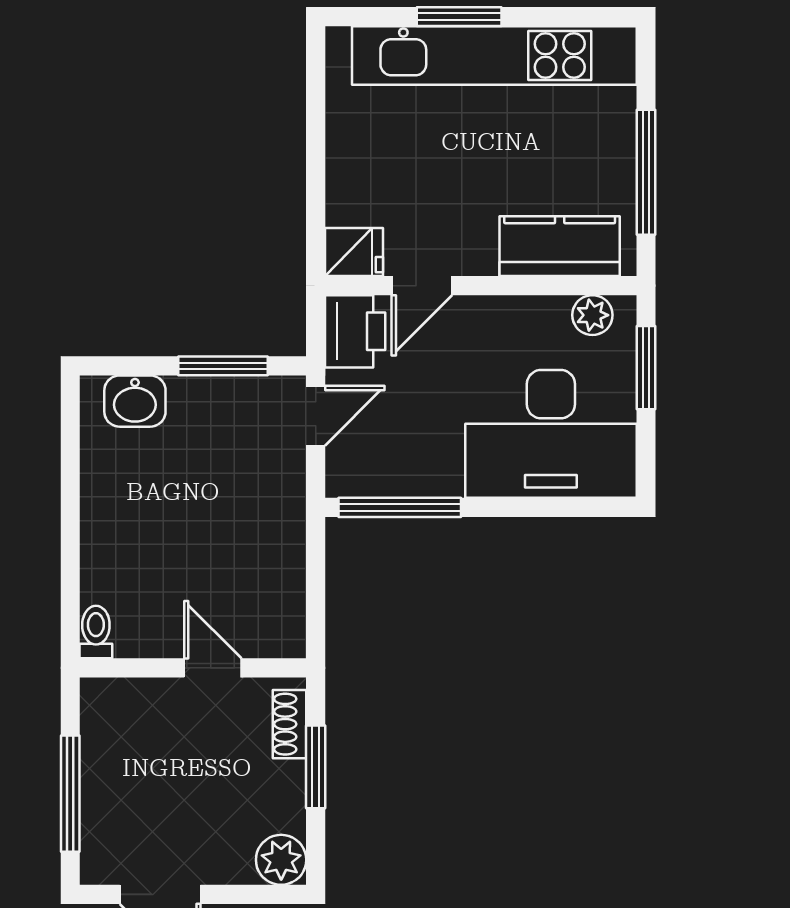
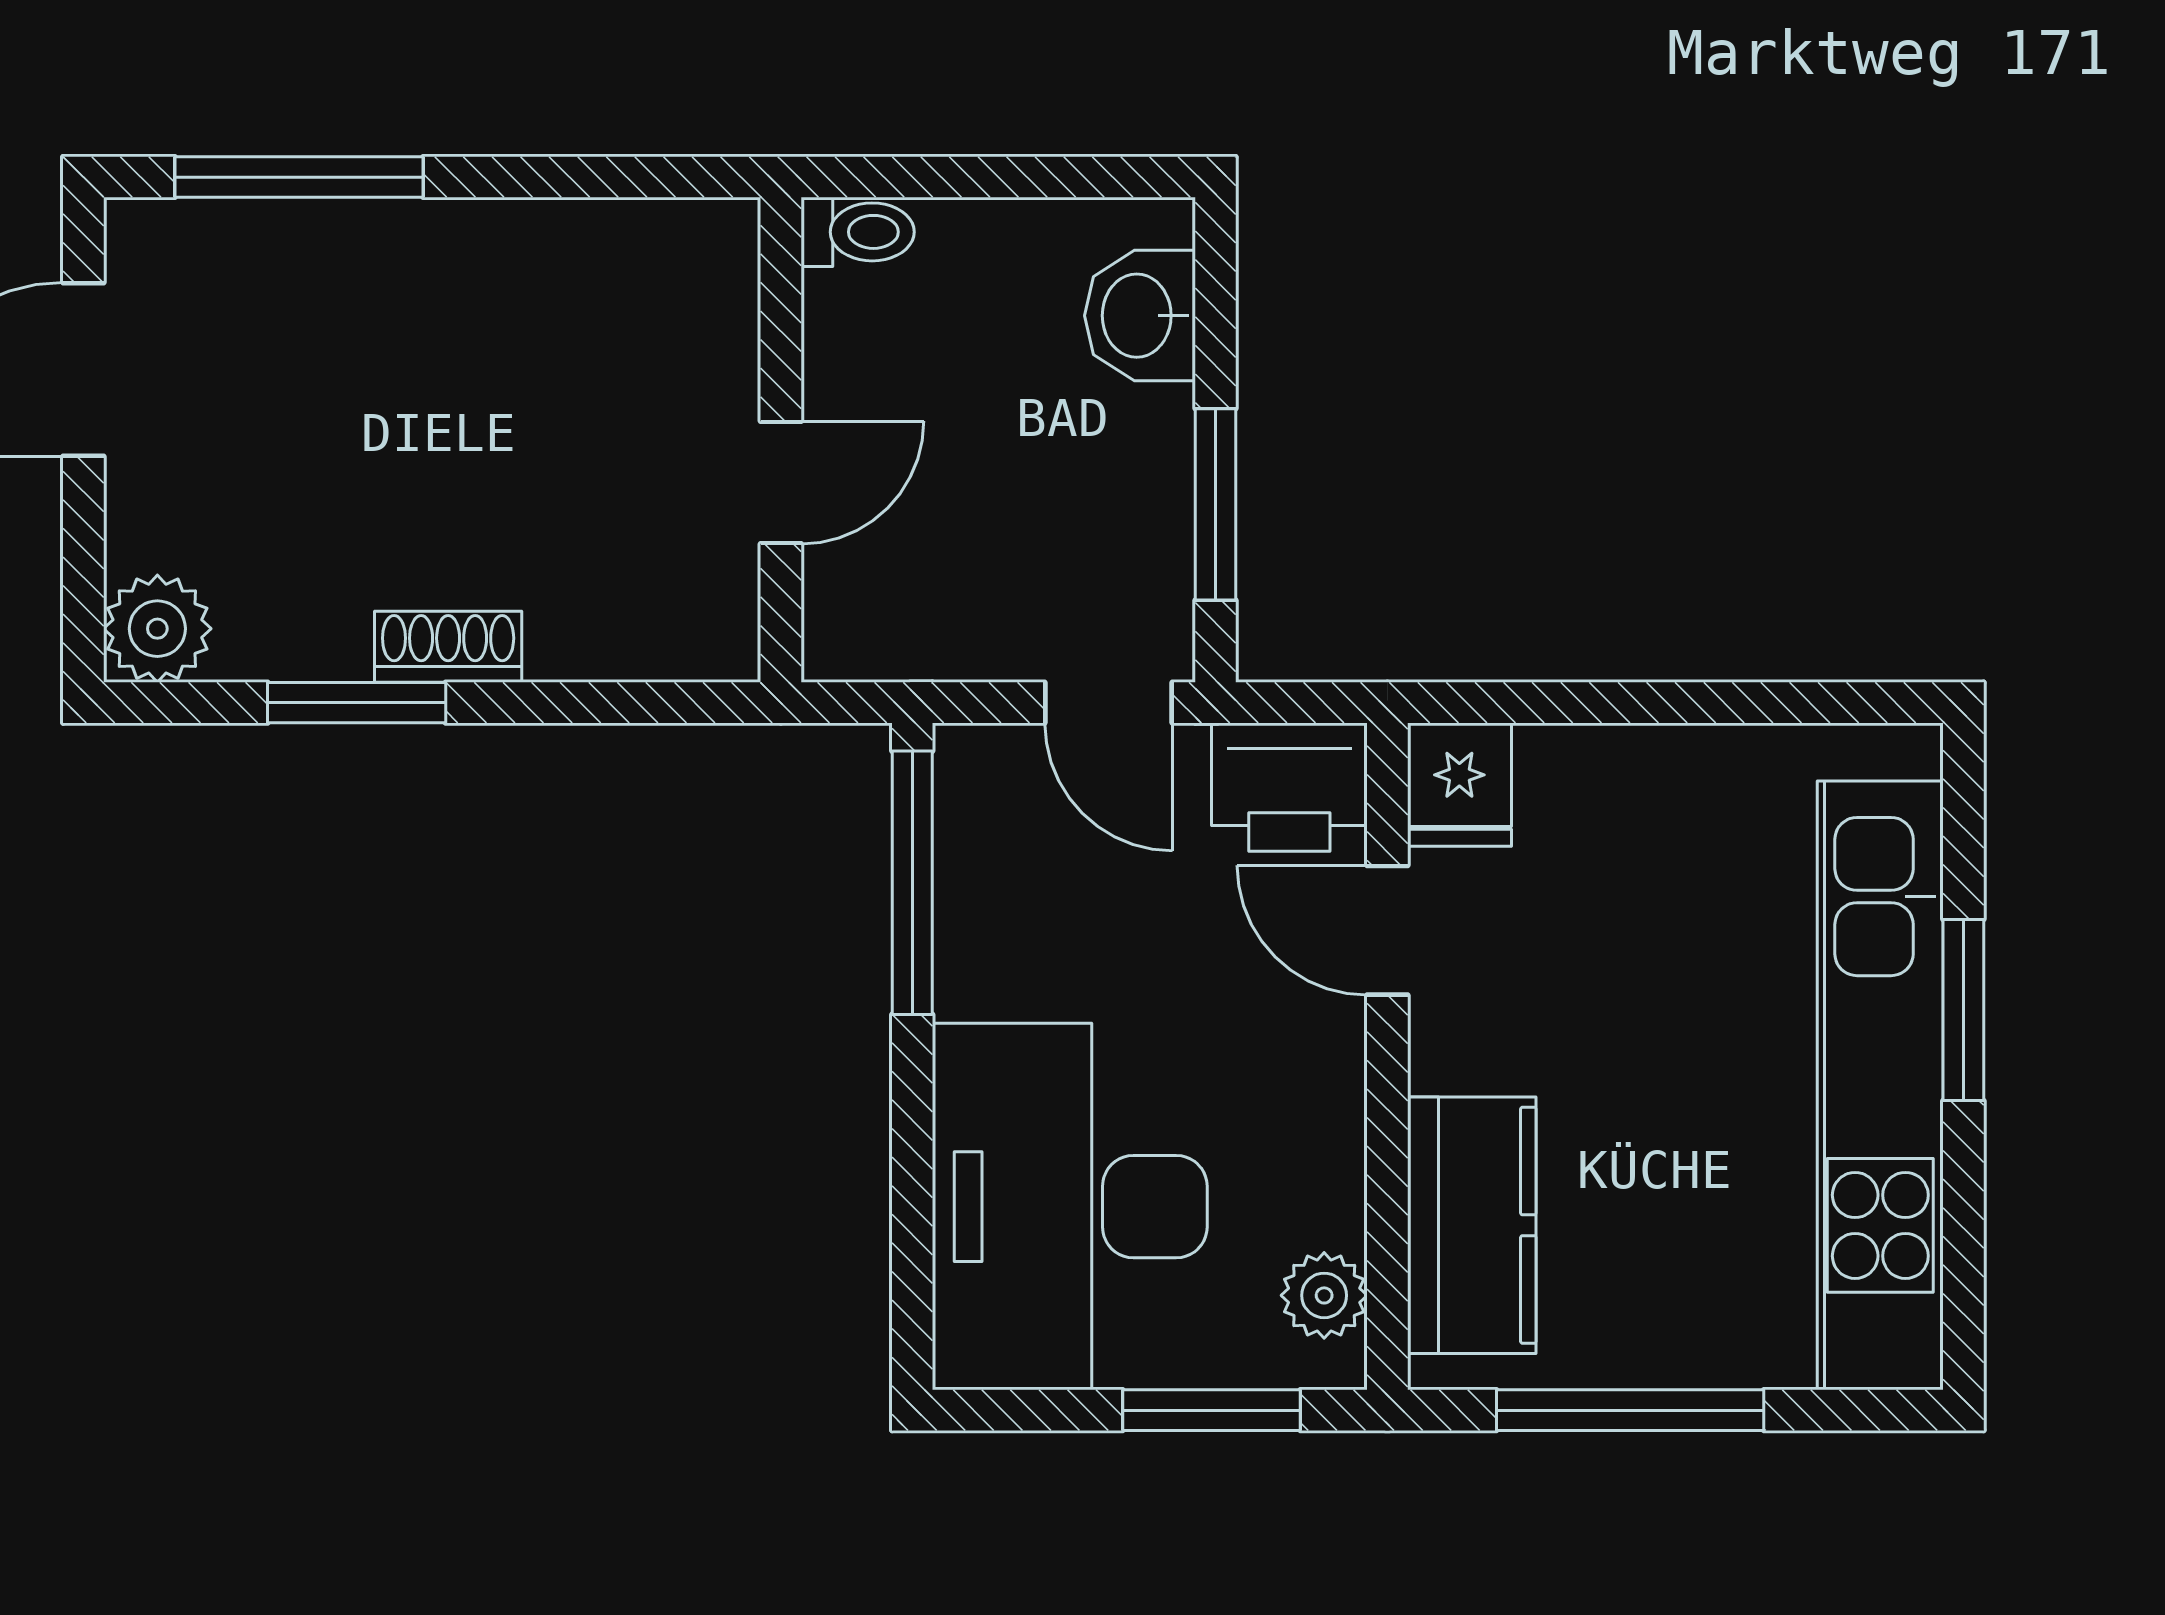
toilet: (96, 632) -> (858, 232), moved
wall: (193, 668) -> (781, 440), moved
door: (213, 668) -> (781, 482), moved

